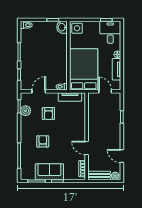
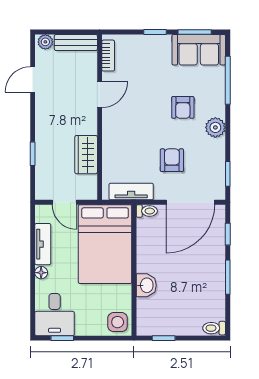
washbasin: (62, 27) -> (146, 285), moved
door: (39, 91) -> (190, 202), width x1.87
plant: (26, 111) -> (215, 127), moved
wardrobe: (94, 116) -> (86, 155), added
door: (87, 148) -> (100, 95), hinge flipped
door: (122, 156) -> (33, 79), swing flipped
sofa: (49, 172) -> (199, 50), moved

